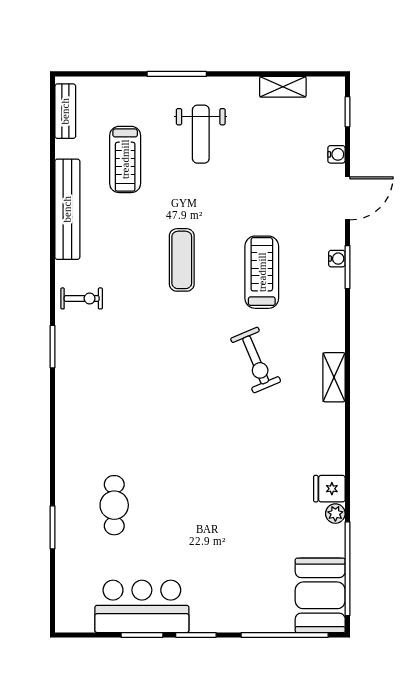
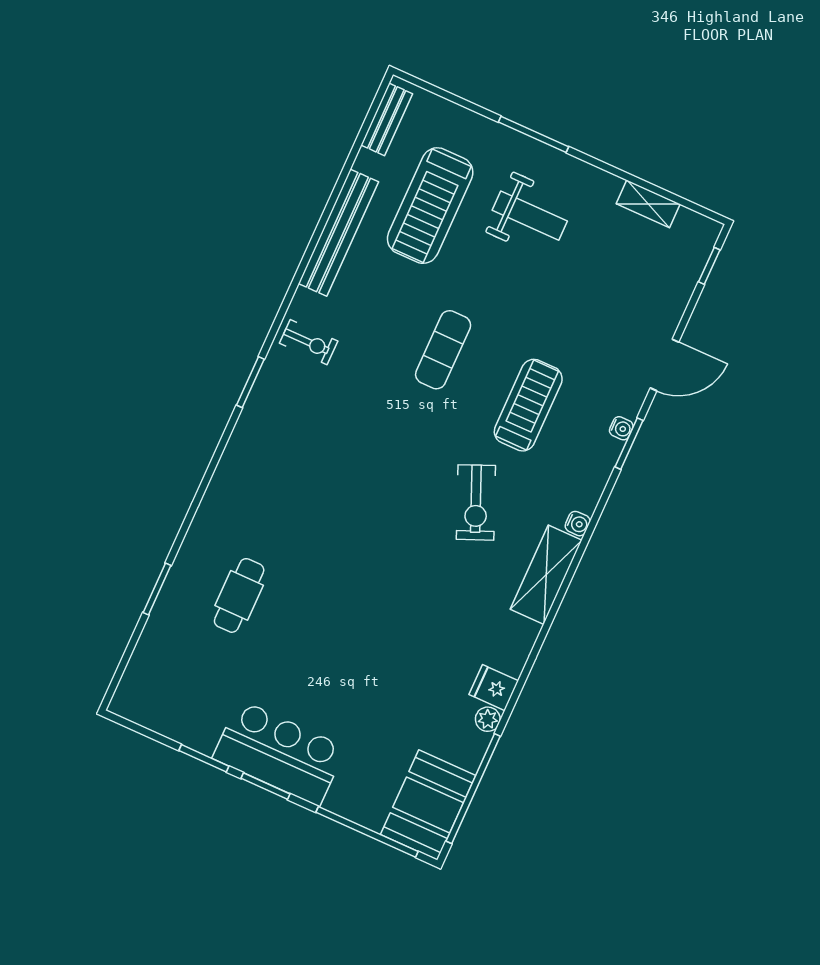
weight bench: (201, 134) -> (530, 216), turned -90
water cooler: (336, 154) -> (578, 524), moved
treadmill: (125, 159) -> (430, 206), width x1.37, depth x1.38
shelving: (334, 377) -> (546, 575), width x1.50, depth x1.33
bar counter: (142, 606) -> (279, 753), moved

